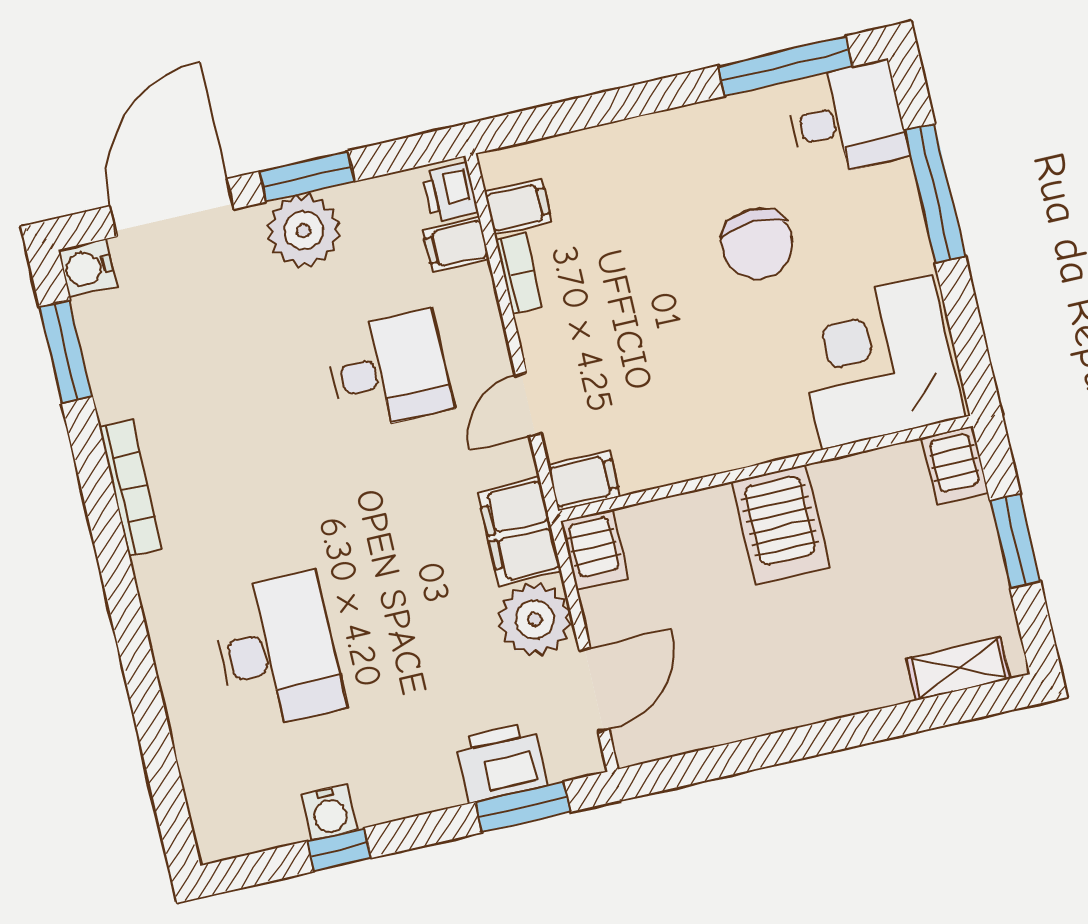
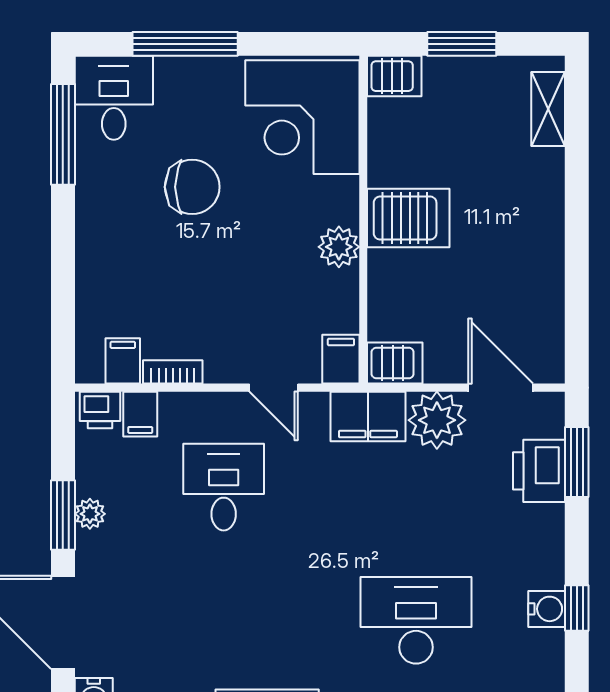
plant: (304, 231) -> (90, 514), width x0.53, depth x0.53
plant: (724, 446) -> (339, 247), added

